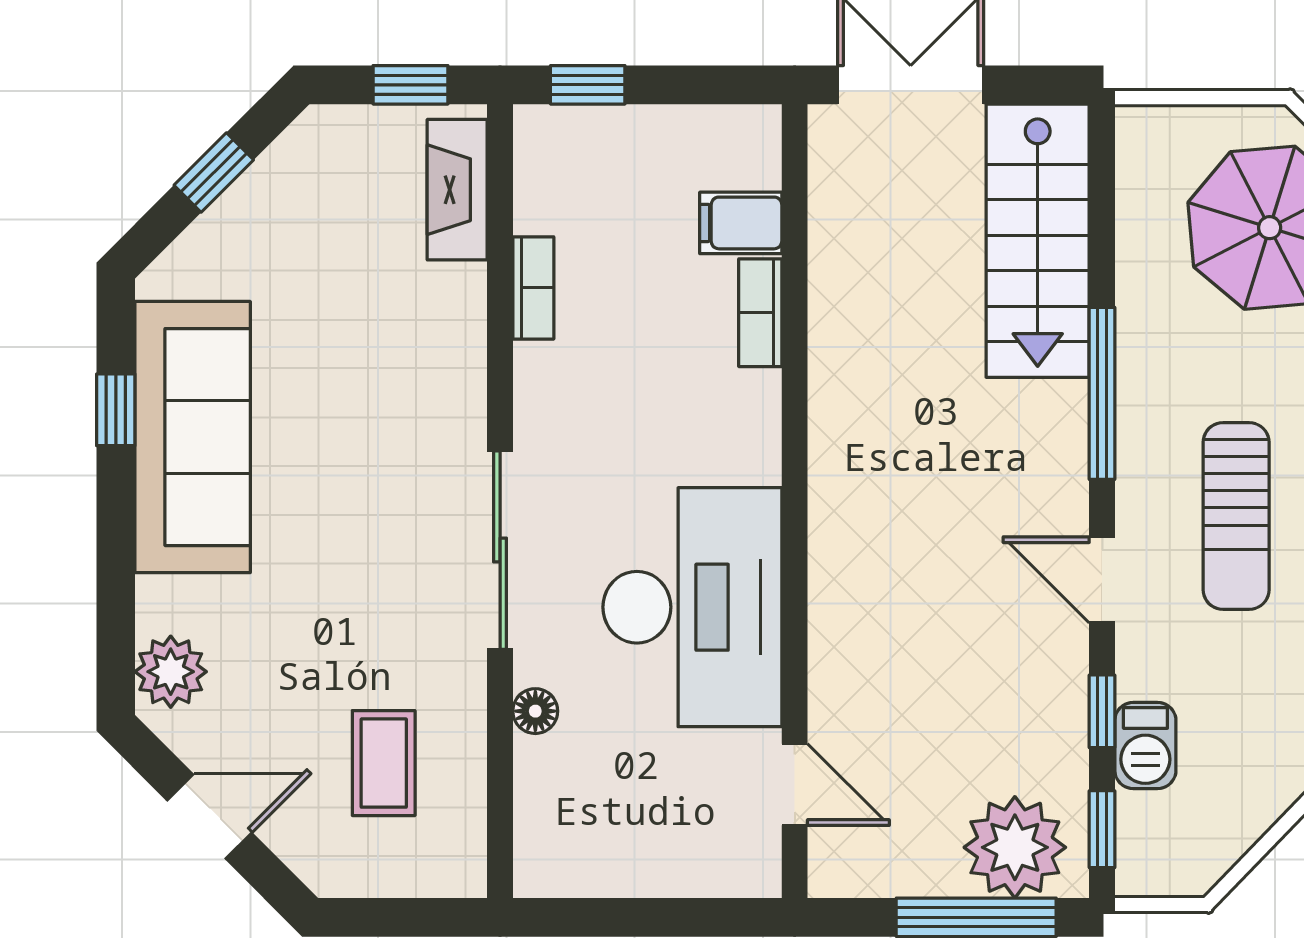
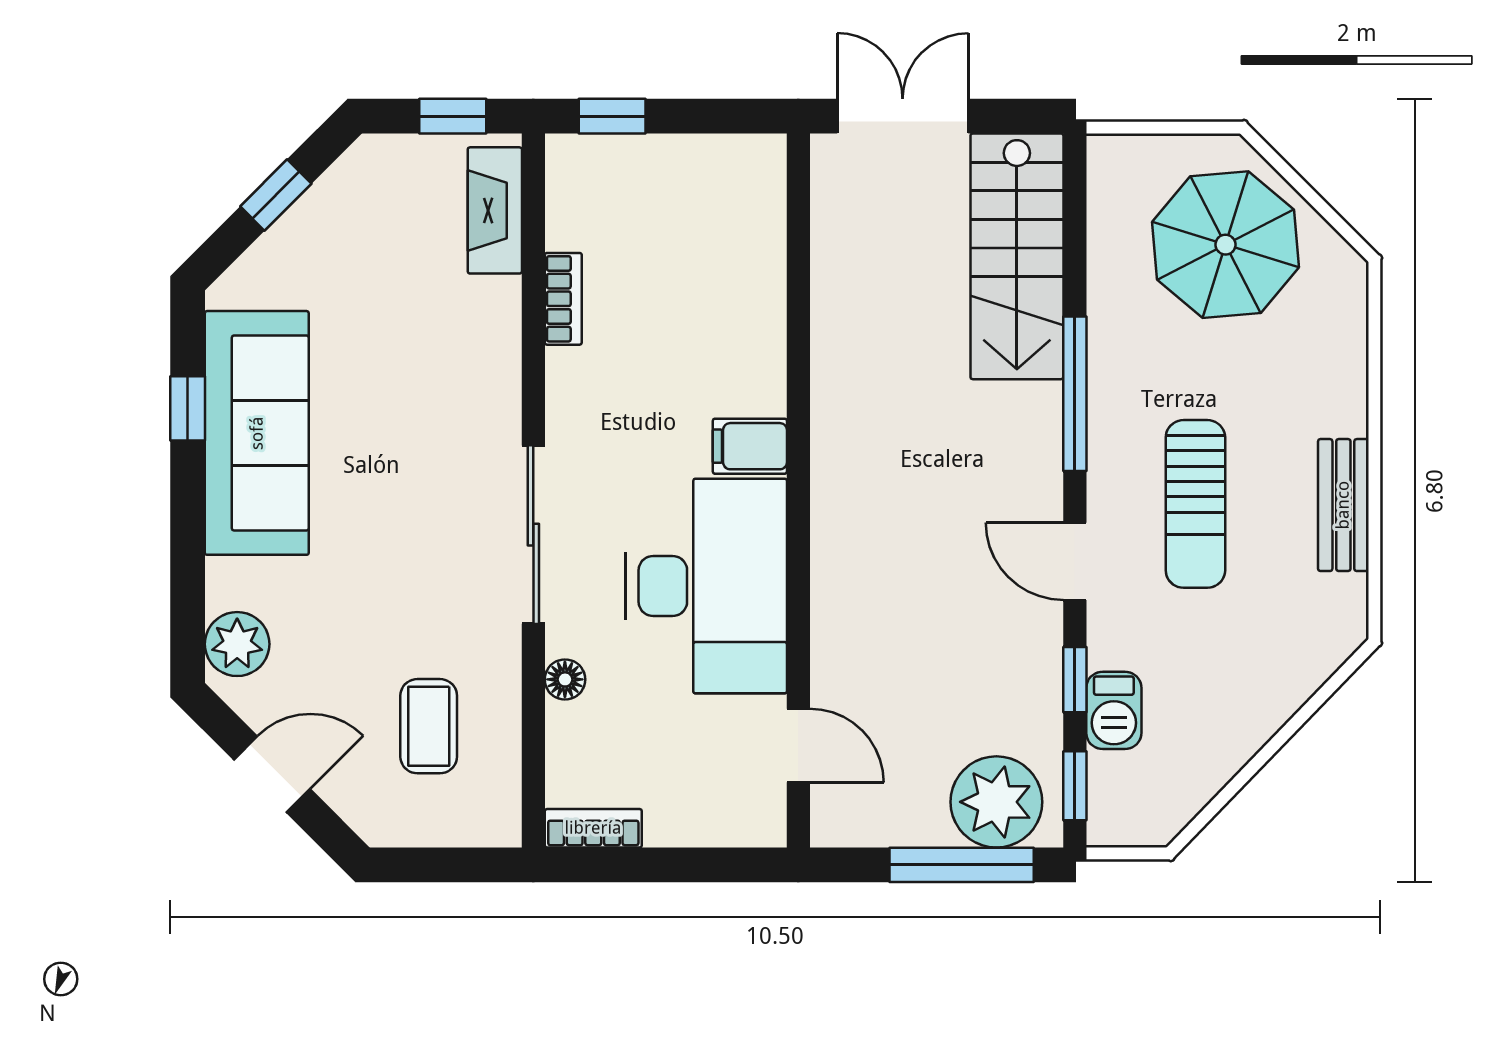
filing cabinet: (741, 223) -> (750, 446), moved
bookcase: (760, 313) -> (593, 828), moved, turned 90

